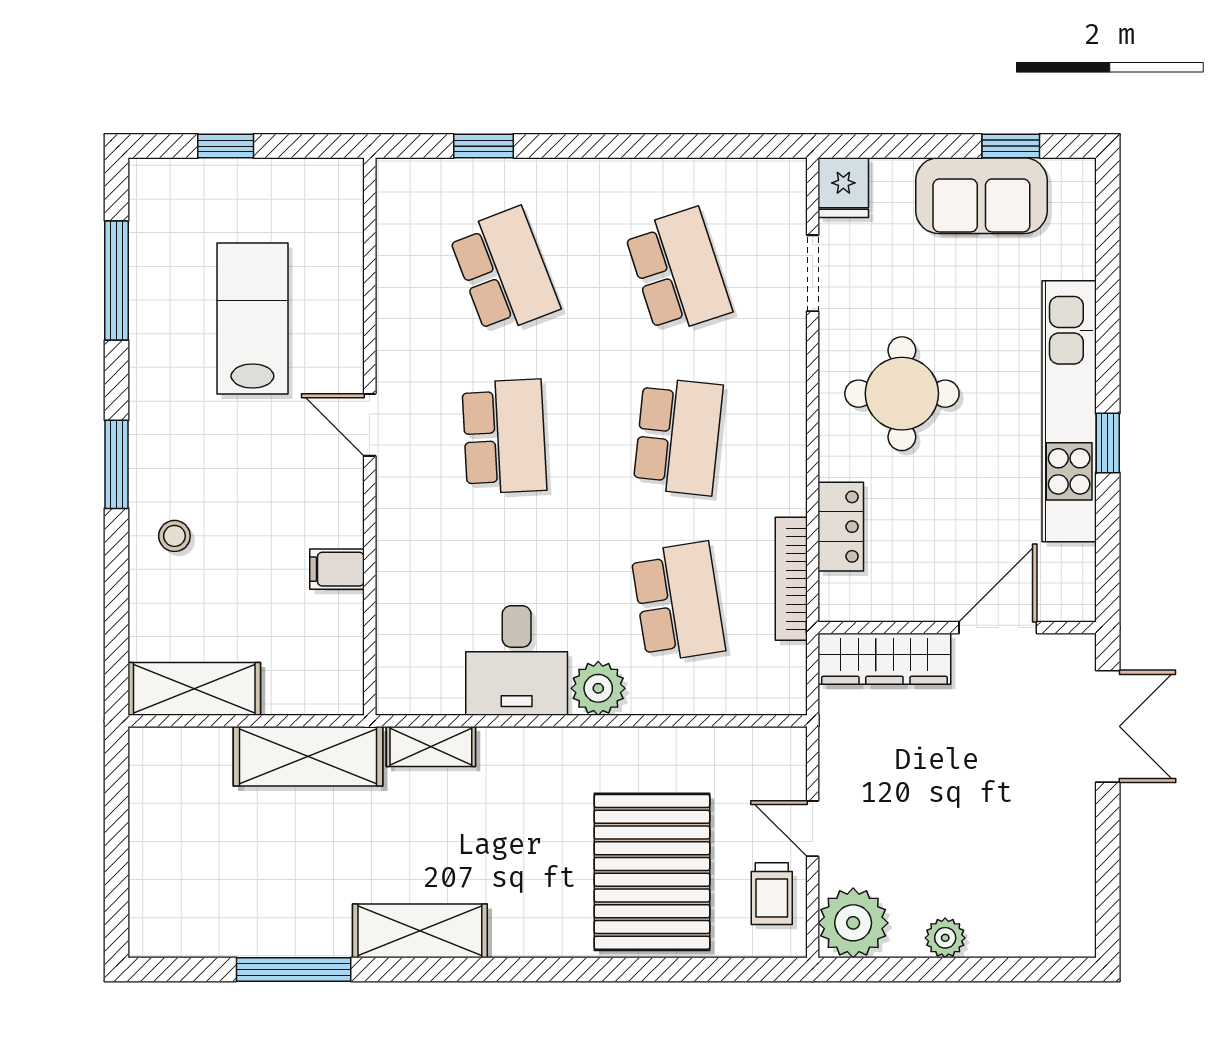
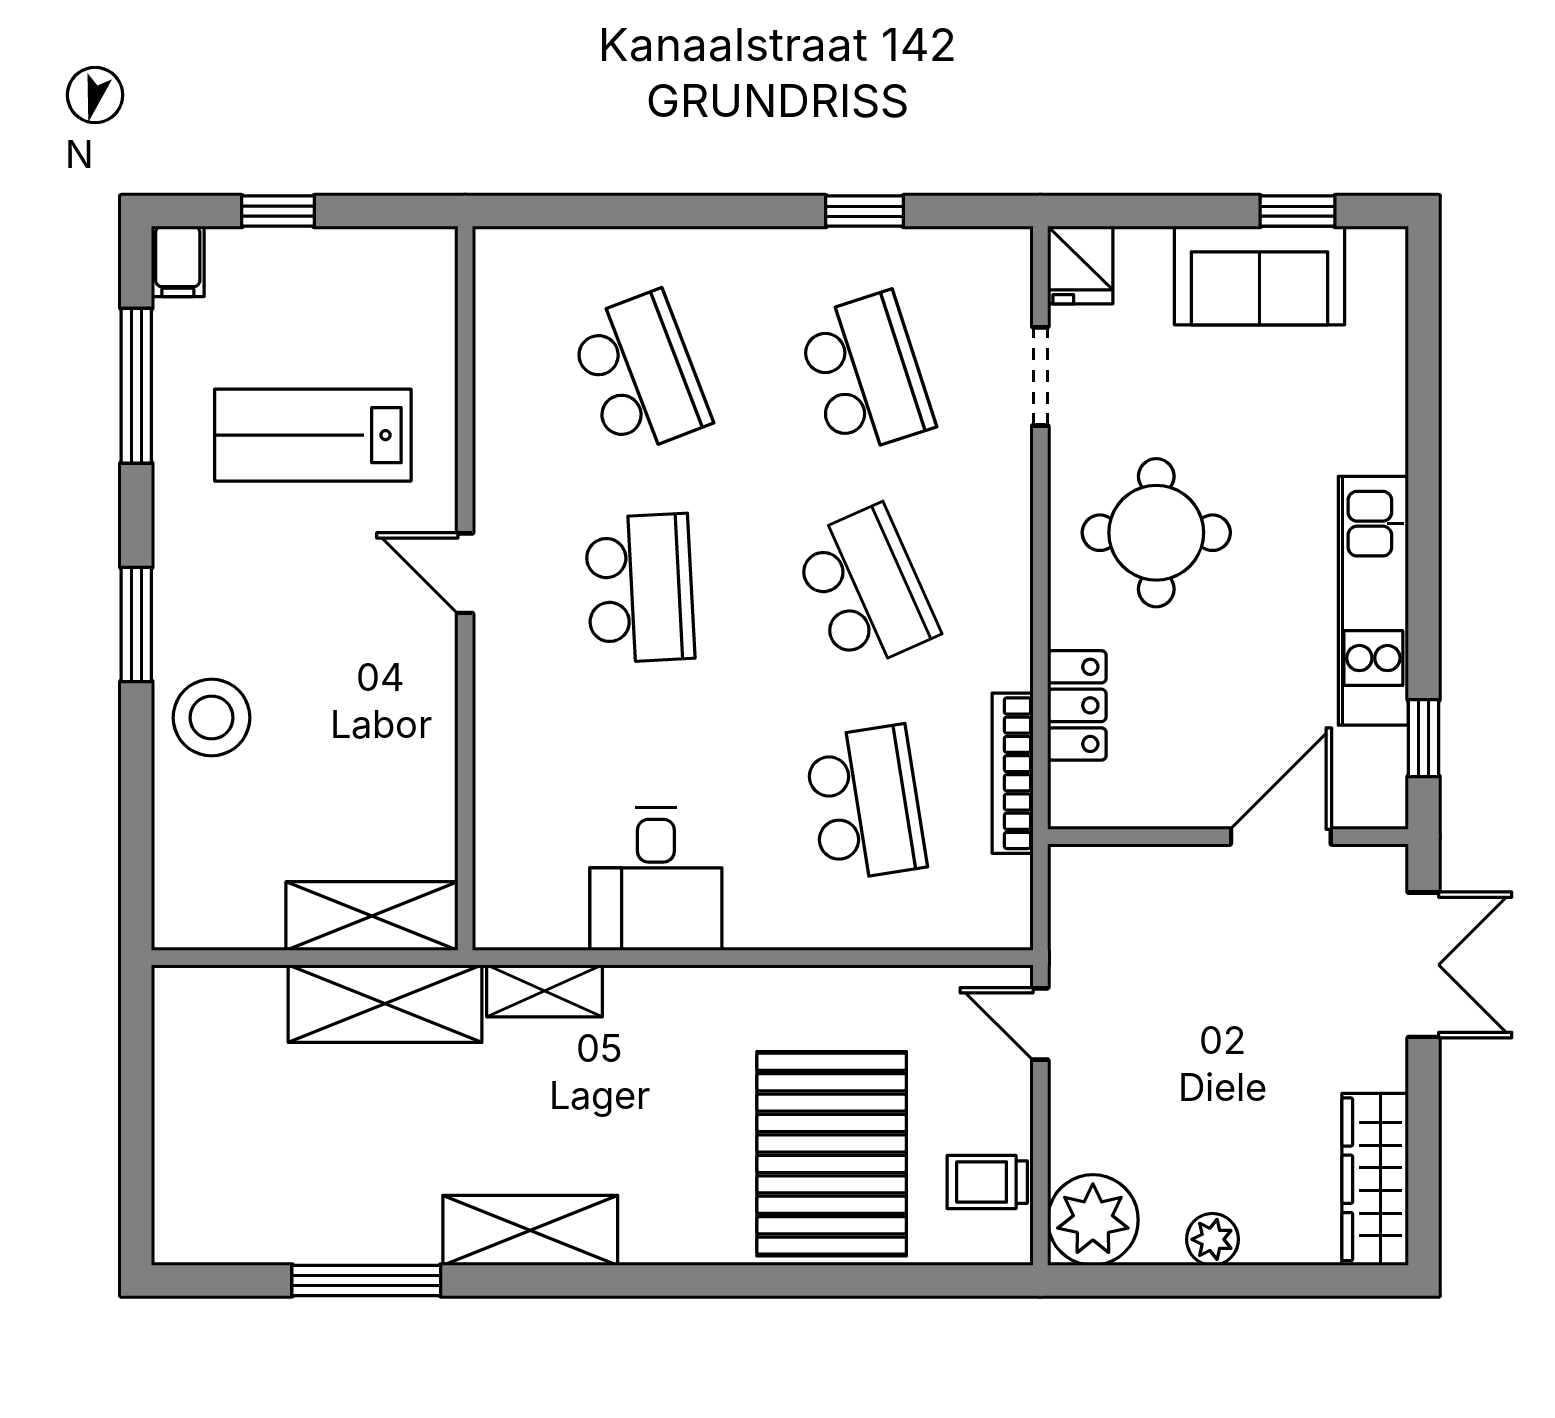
window: (484, 146) -> (865, 211), moved
lab bench: (252, 319) -> (313, 435), turned -90
kitchen unit: (1069, 411) -> (1373, 601), width x0.73
school desk: (678, 436) -> (866, 588), turned -30
window: (1108, 443) -> (1424, 738), moved
stool: (174, 536) -> (212, 718), width x1.89, depth x1.89
filing cabinet: (337, 569) -> (178, 261), moved, turned -90
wardrobe: (884, 659) -> (1375, 1179), moved, turned 90
plant: (598, 688) -> (762, 915), removed
shelving: (194, 689) -> (372, 916), moved
door: (813, 829) -> (1040, 1024), moved
trolley: (772, 894) -> (987, 1182), turned 90

